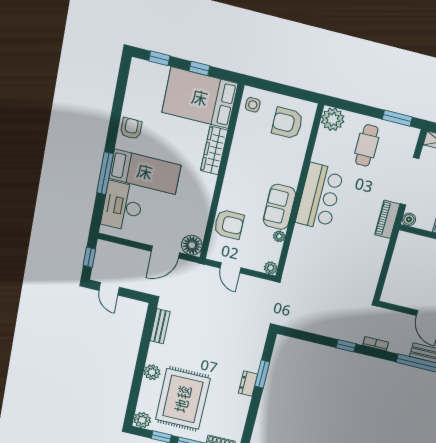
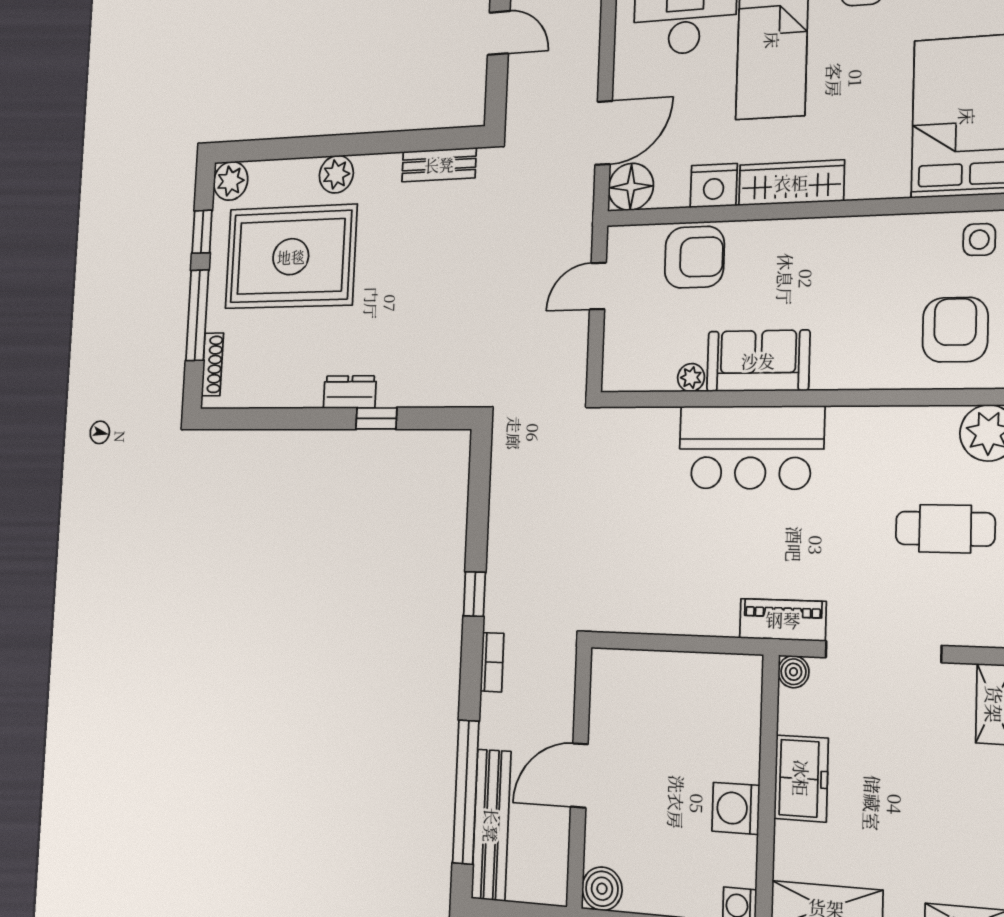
wardrobe: (214, 150) -> (791, 183), moved
bar counter: (319, 197) -> (751, 447), moved
nightstand: (201, 210) -> (714, 186), added
armchair: (229, 224) -> (694, 257), turned -90
door: (165, 252) -> (604, 133), swing flipped
plant: (271, 268) -> (616, 377), removed
door: (109, 289) -> (499, 33), swing flipped
window: (262, 374) -> (376, 418), width x0.67

